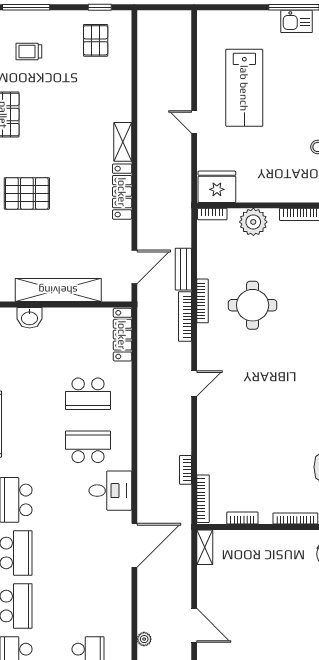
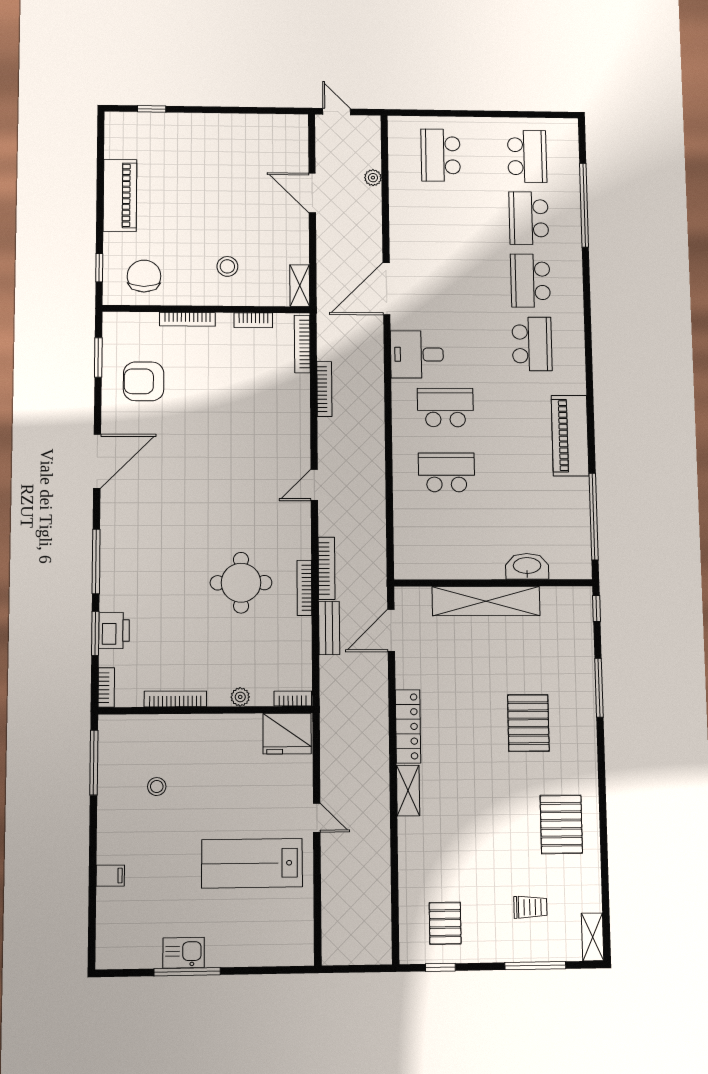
lab bench: (244, 88) -> (252, 863), turned -90
pallet: (27, 193) -> (528, 723), turned 90
plant: (253, 222) -> (240, 697), width x0.53, depth x0.53
washbasin: (30, 318) -> (527, 566), width x1.38
locker: (122, 335) -> (405, 546), removed
school desk: (88, 447) -> (445, 407), turned 180
bookcase: (186, 470) -> (324, 389), width x1.56
stool: (263, 563) -> (227, 266), added

